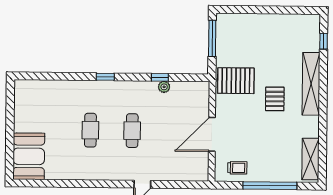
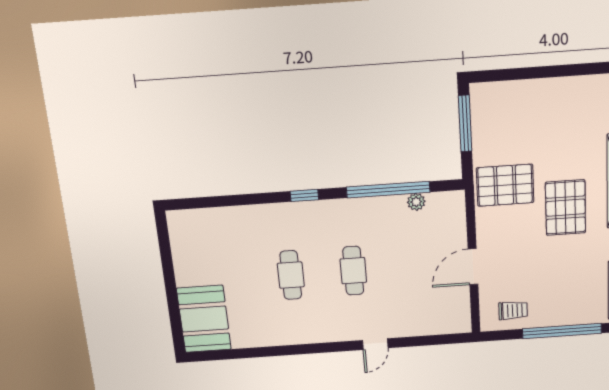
window: (160, 77) -> (388, 190), width x3.17
plant: (164, 87) -> (416, 202), moved
pallet: (275, 99) -> (566, 208), width x1.50, depth x1.42
door: (212, 134) -> (473, 267), width x0.73

